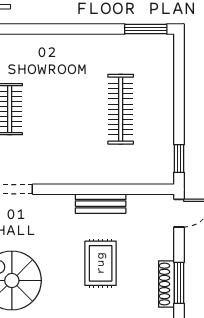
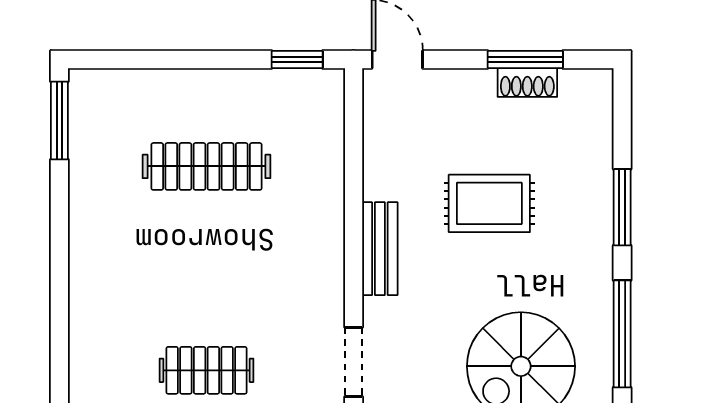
bench: (101, 204) -> (380, 249), moved
shoe rack: (166, 284) -> (527, 82), width x0.70

